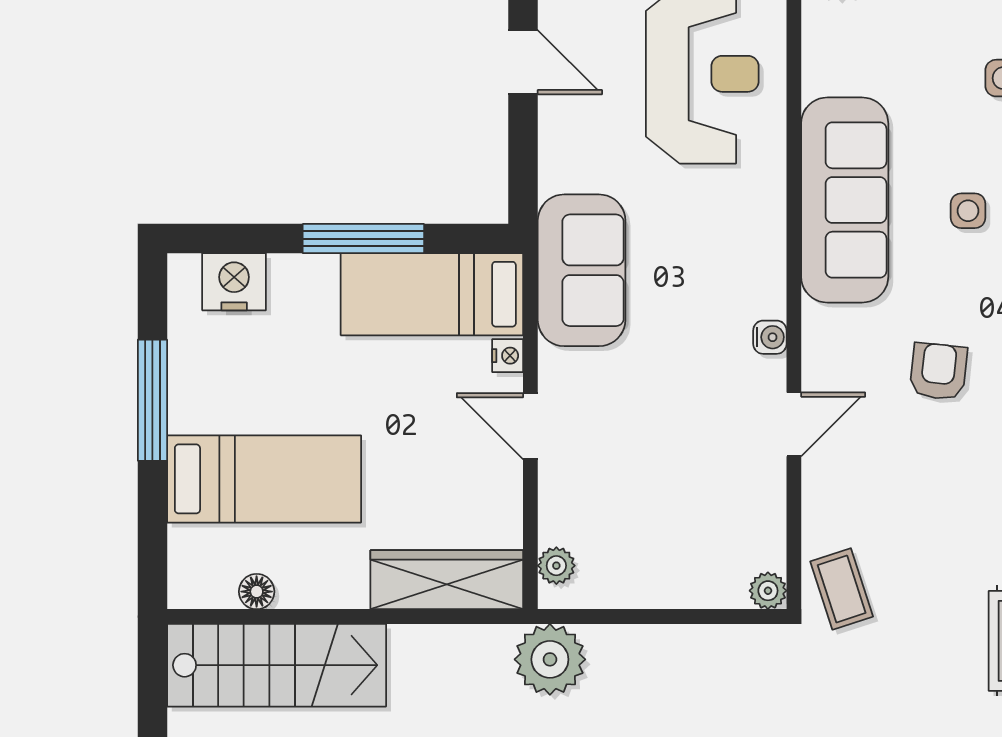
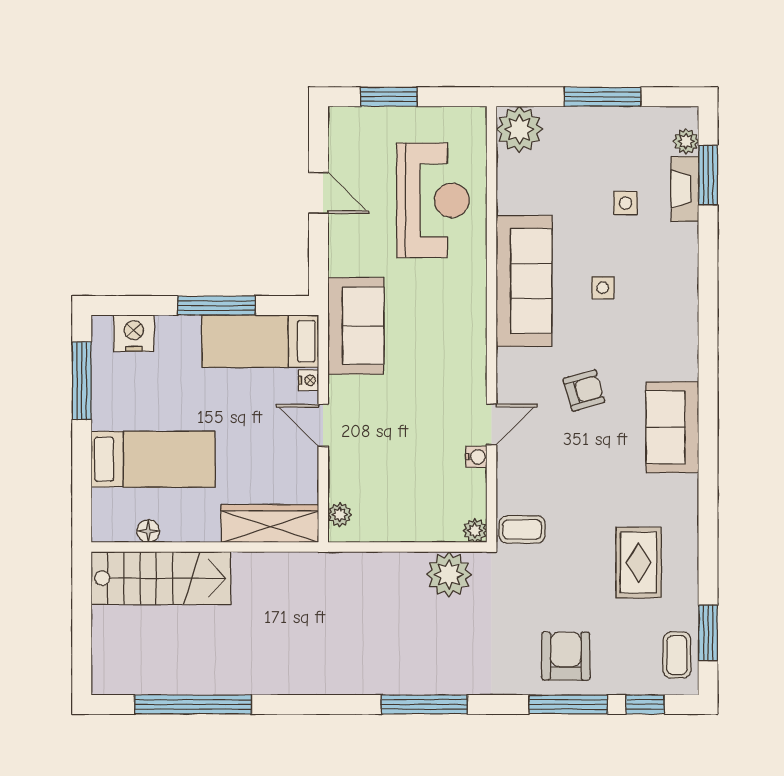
water cooler: (770, 337) -> (476, 457), moved
armchair: (938, 371) -> (584, 390), turned 68
window: (152, 400) -> (82, 381), moved
coffee table: (842, 589) -> (522, 529), turned -72
plant: (550, 659) -> (449, 574), moved

